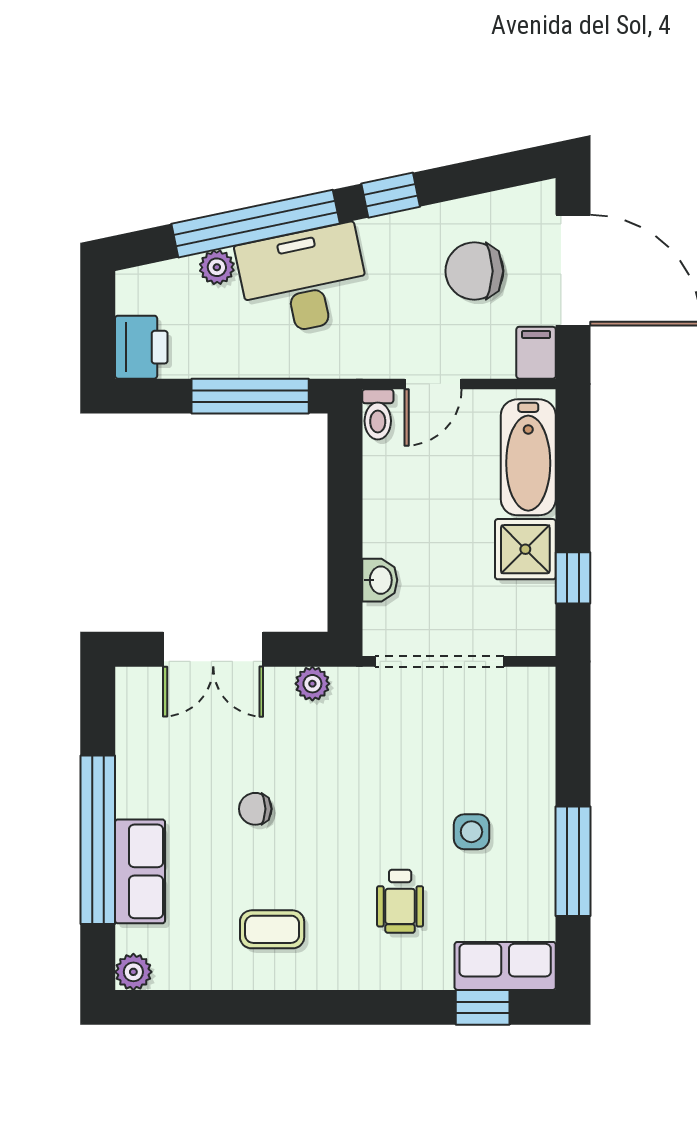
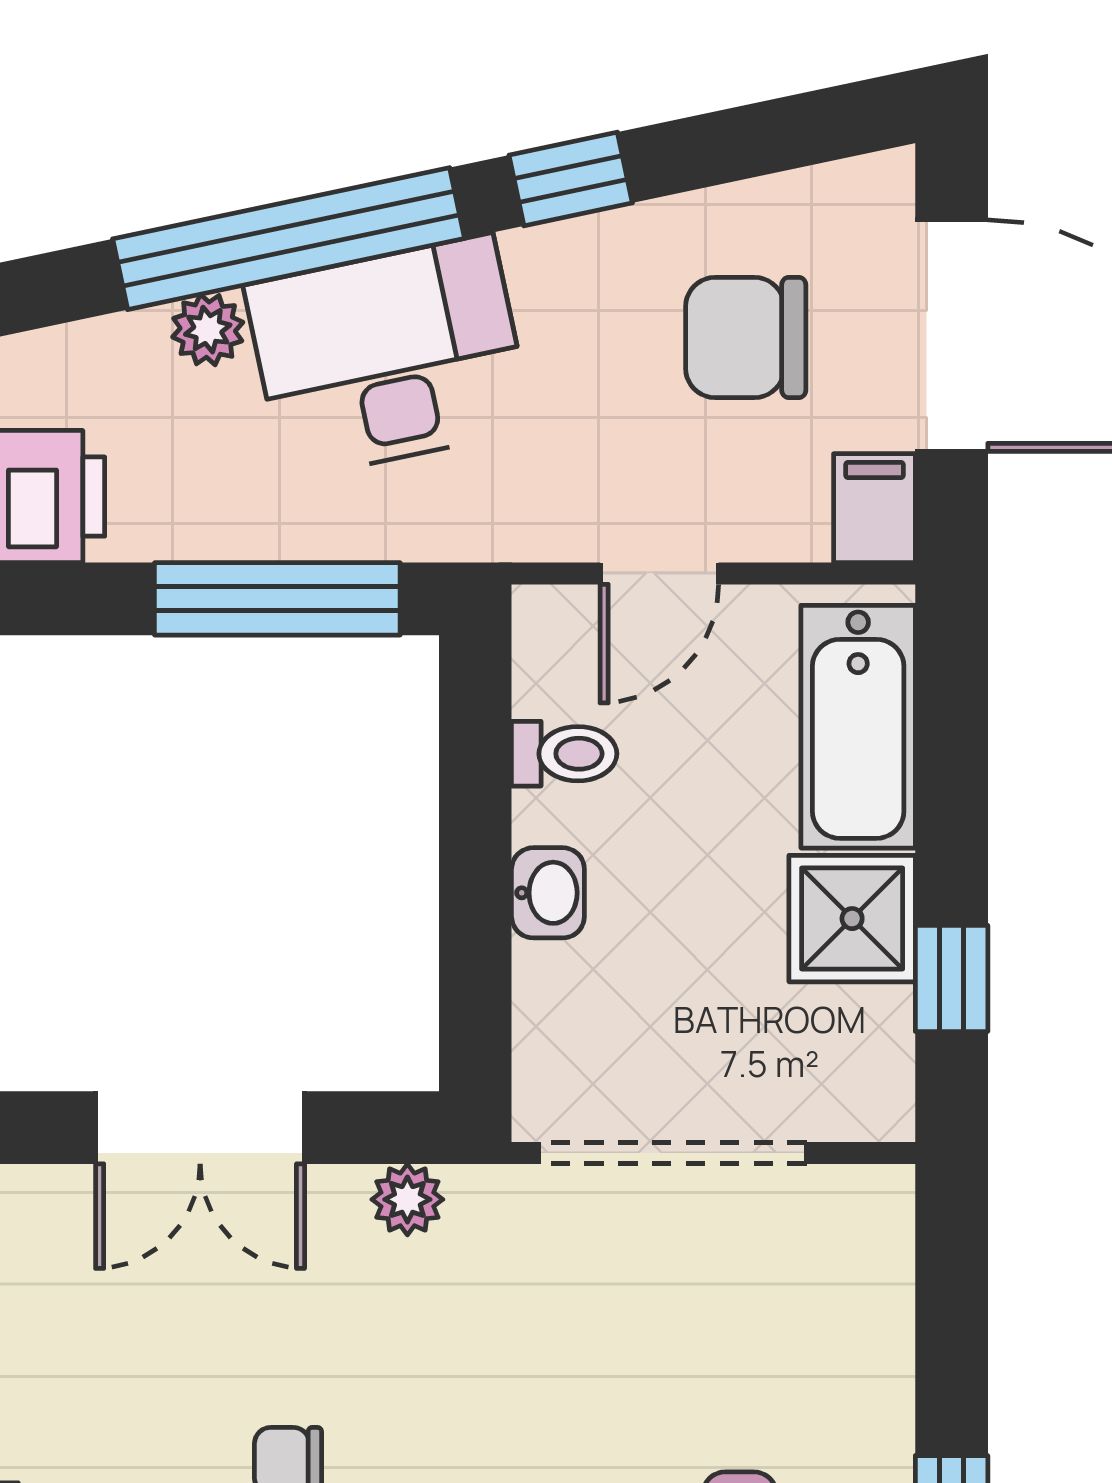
toilet: (378, 414) -> (564, 754), moved, turned -90
washbasin: (380, 580) -> (548, 893), moved

